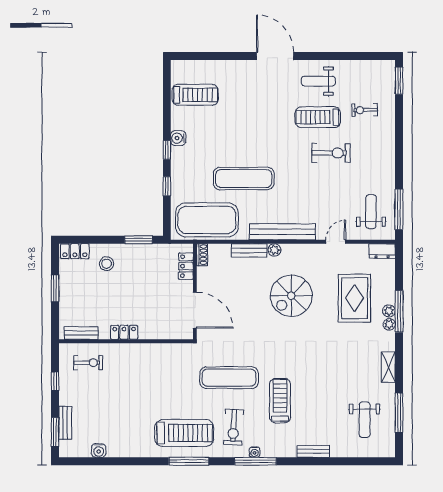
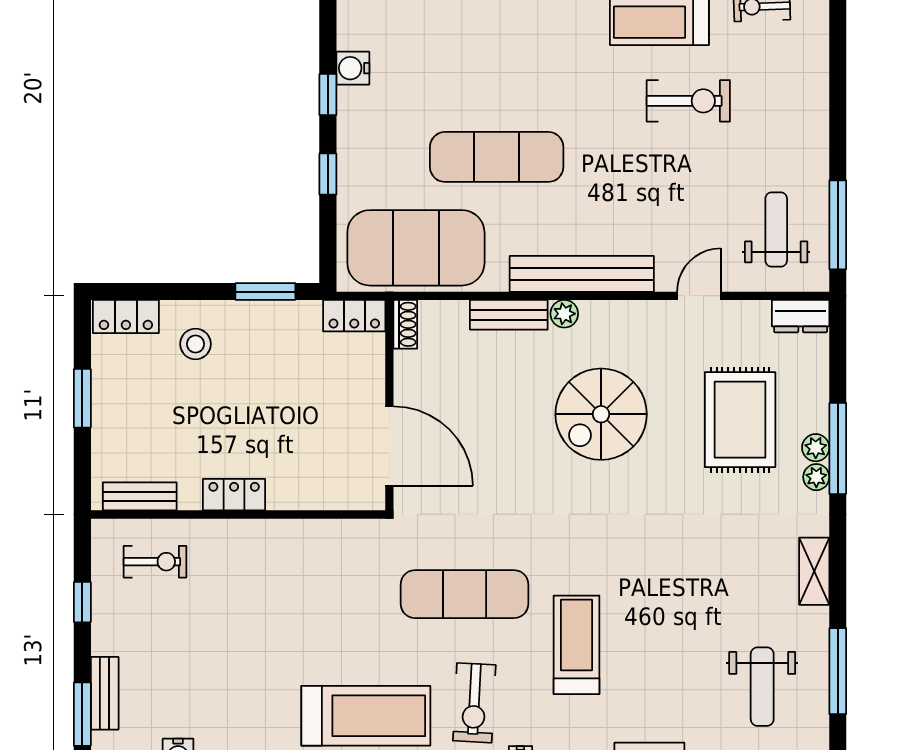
locker: (186, 266) -> (354, 316), moved, turned -90

